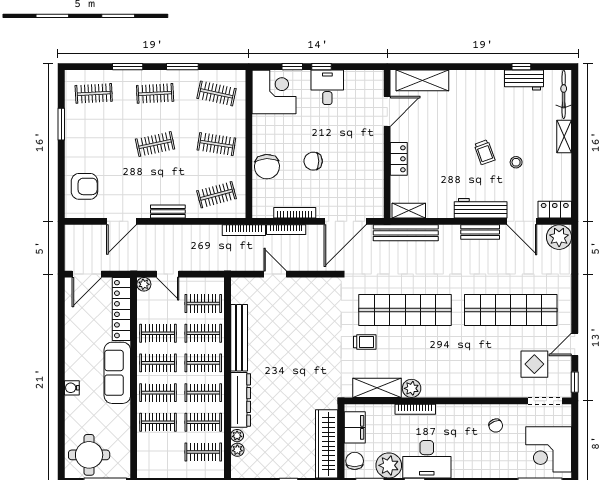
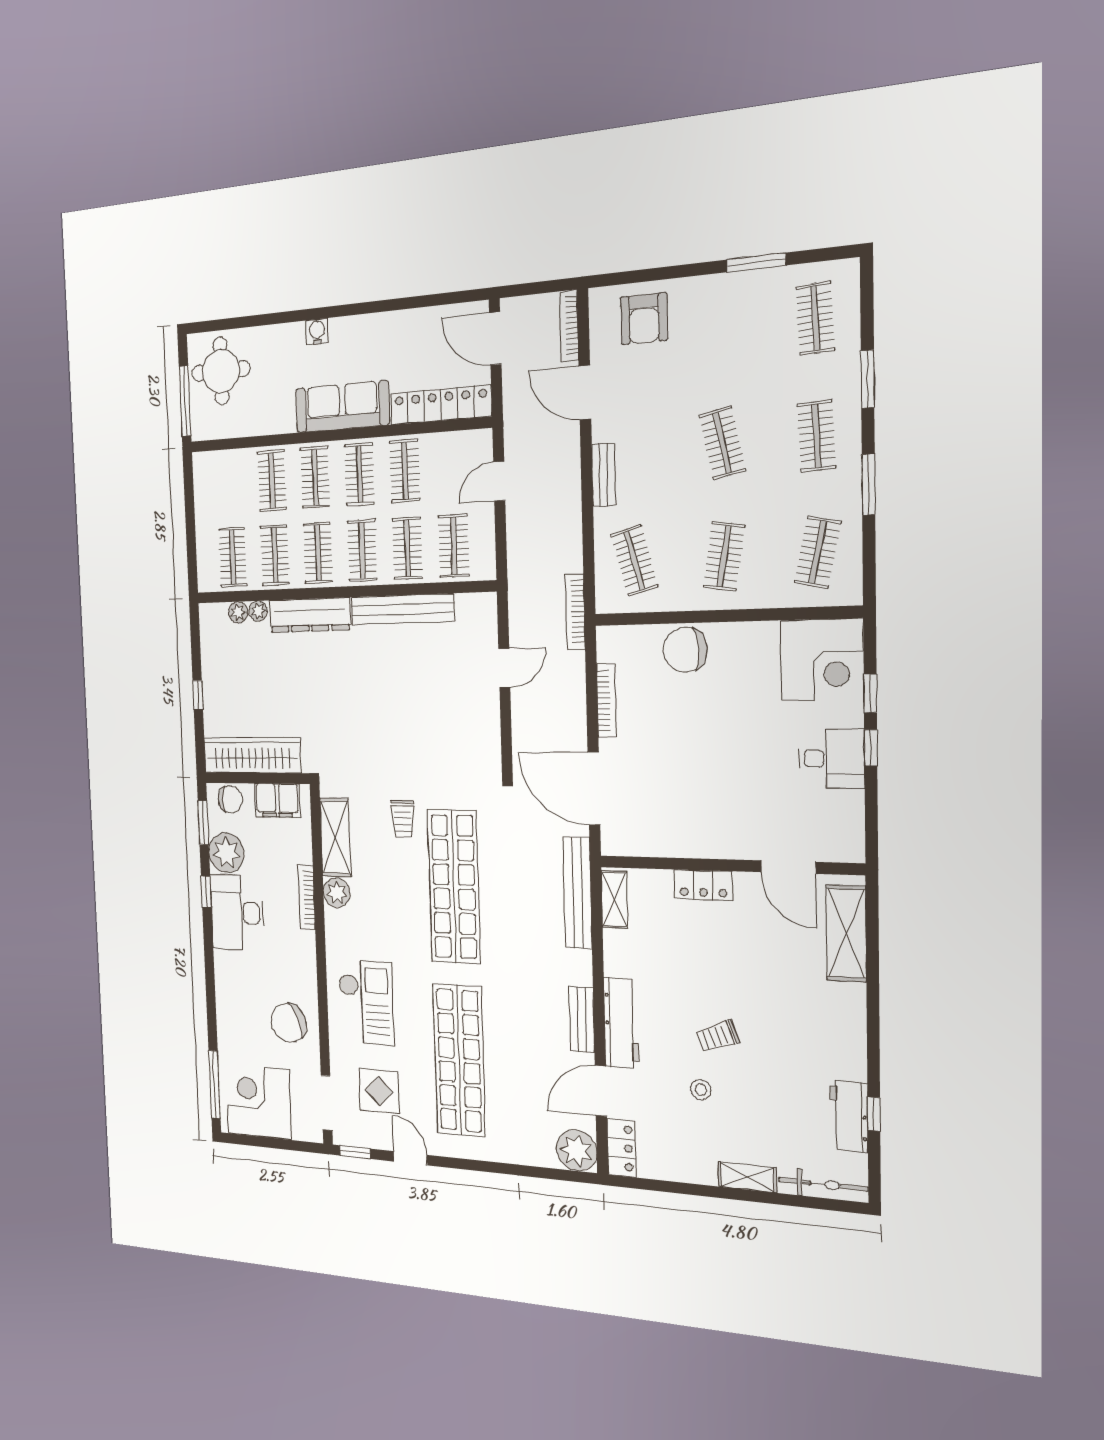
chair: (313, 161) -> (696, 733), removed
bookcase: (286, 230) -> (569, 326), moved
plant: (144, 284) -> (481, 441), removed
checkout: (479, 371) -> (366, 1002), added
chair: (496, 426) -> (288, 1023), width x1.87, depth x1.87

